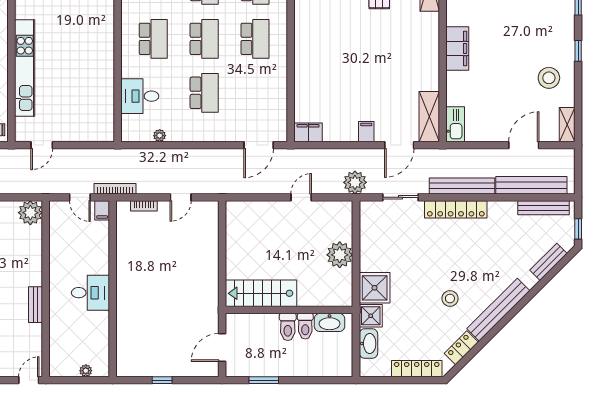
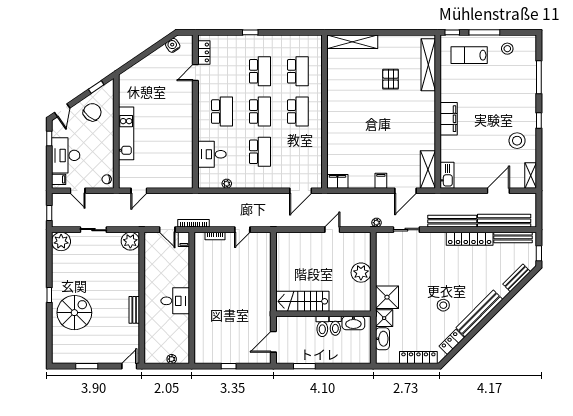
kitchen unit: (25, 68) -> (126, 133), width x0.73
plant: (355, 182) -> (376, 223), width x0.53, depth x0.53
locker: (456, 209) -> (470, 239), moved

